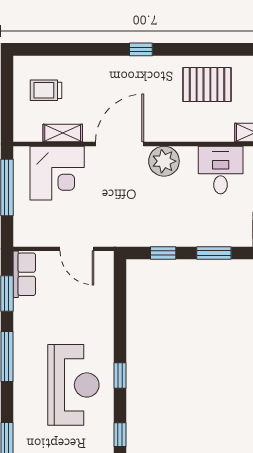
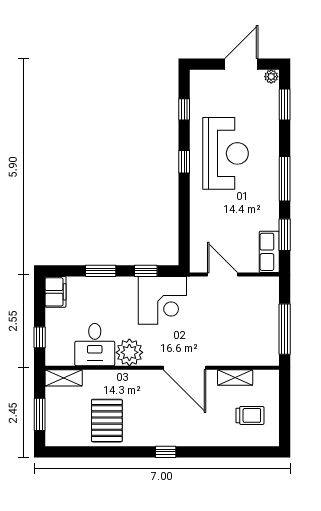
pallet: (207, 85) -> (107, 421), turned 90
door: (120, 144) -> (184, 368), hinge flipped
plant: (164, 161) -> (129, 352), moved
corner desk: (57, 173) -> (162, 300), moved, turned 180
reception desk: (73, 385) -> (226, 153), turned 180

